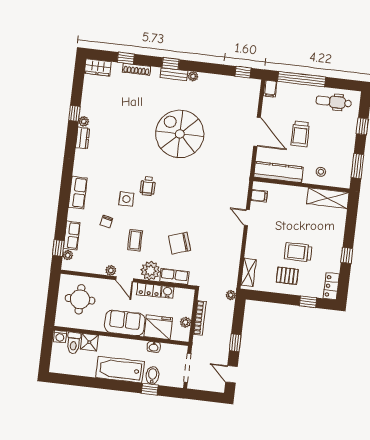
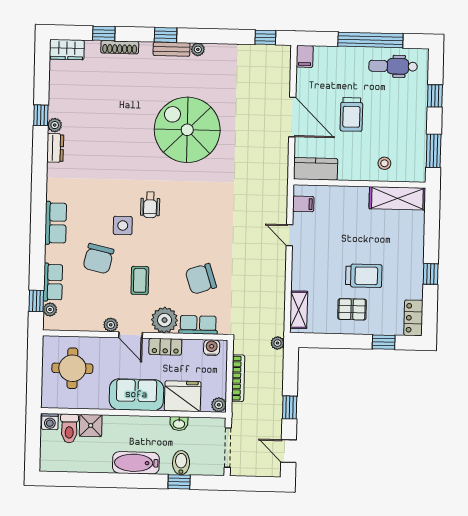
window: (302, 79) -> (370, 40), moved
kitchen counter: (278, 172) -> (316, 169), width x0.67
chair: (106, 221) -> (98, 259), width x1.87, depth x1.87
trolley: (298, 252) -> (364, 276), turned 180
water cooler: (167, 292) -> (212, 348), moved
plant: (185, 322) -> (219, 405), moved
bathtub: (120, 370) -> (136, 463), width x0.73, depth x0.73

